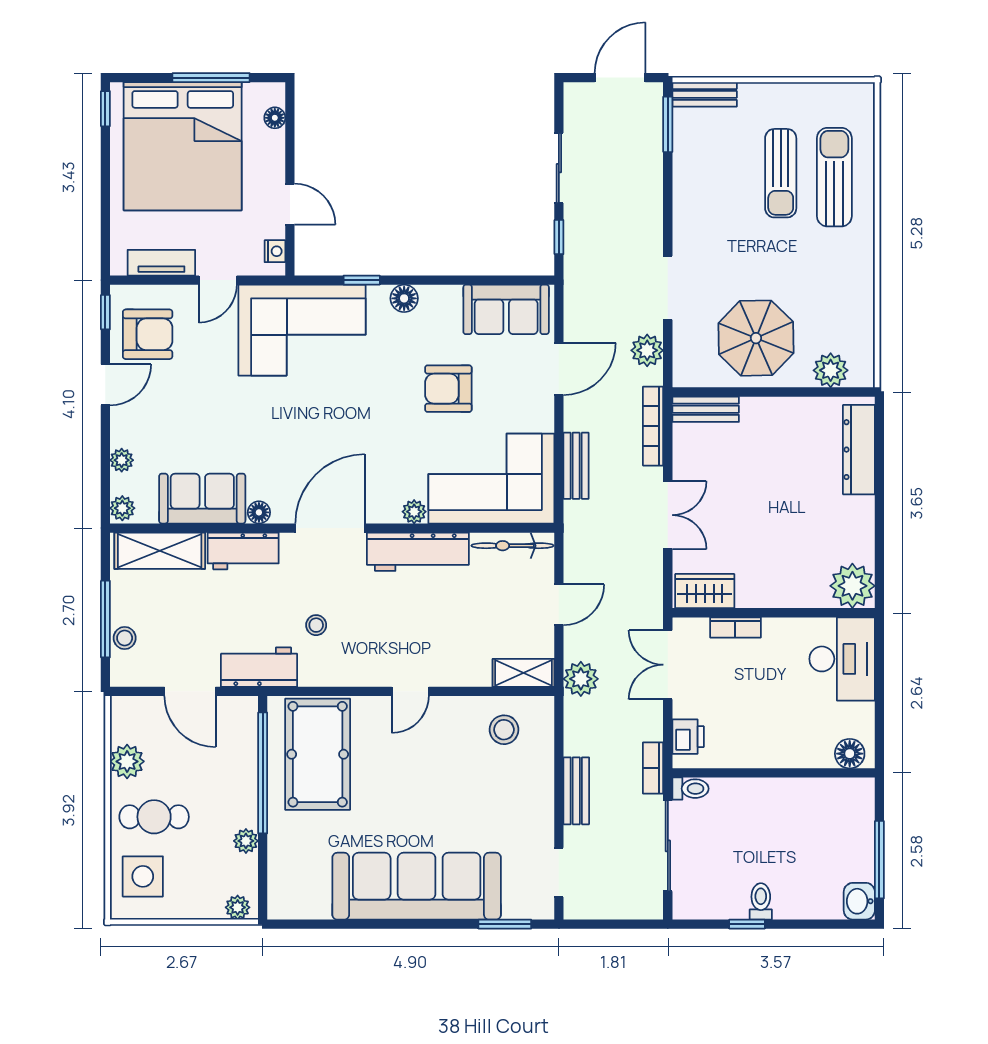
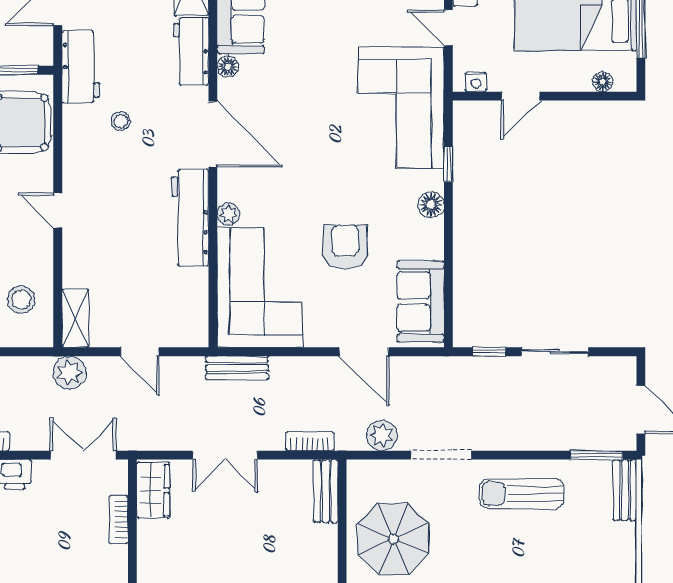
sun lounger: (781, 173) -> (522, 494), moved
bookcase: (653, 426) -> (310, 441), width x0.64
bench: (576, 466) -> (237, 368), moved
bicycle: (512, 546) -> (196, 308), removed

